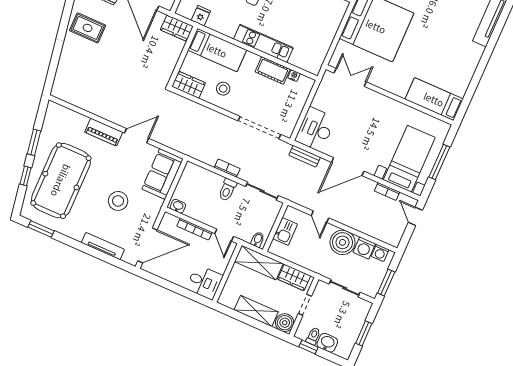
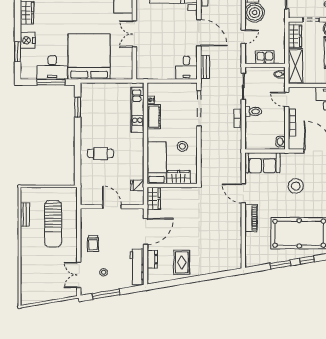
kitchen unit: (263, 43) -> (137, 110), moved
double door: (350, 77) -> (134, 34), moved
wardrobe: (189, 85) -> (179, 177), moved, turned 90
desk: (315, 129) -> (186, 68), width x0.73
door: (224, 235) -> (287, 100), swing flipped

